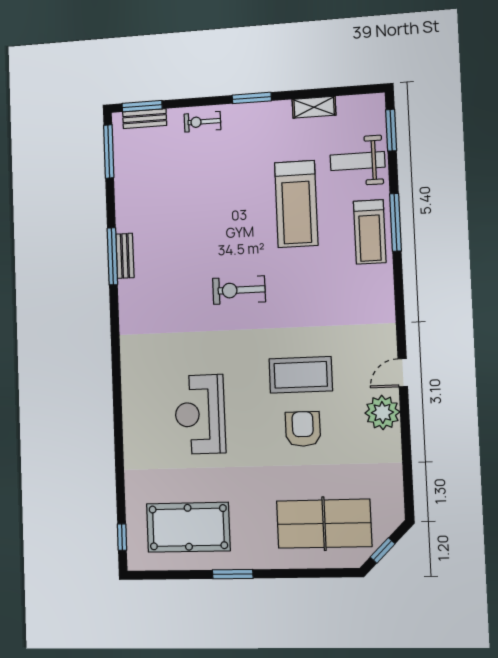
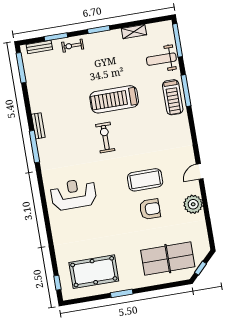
window: (142, 106) -> (56, 37), moved
window: (391, 130) -> (177, 40), width x1.44
treadmill: (296, 204) -> (114, 99), moved, turned 90
window: (112, 256) -> (34, 147), moved
exercise bike: (239, 290) -> (105, 137), turned 90
plant: (382, 412) -> (193, 204), moved
reception desk: (200, 414) -> (74, 194), moved, turned 90
armchair: (303, 429) -> (150, 209), turned 90

